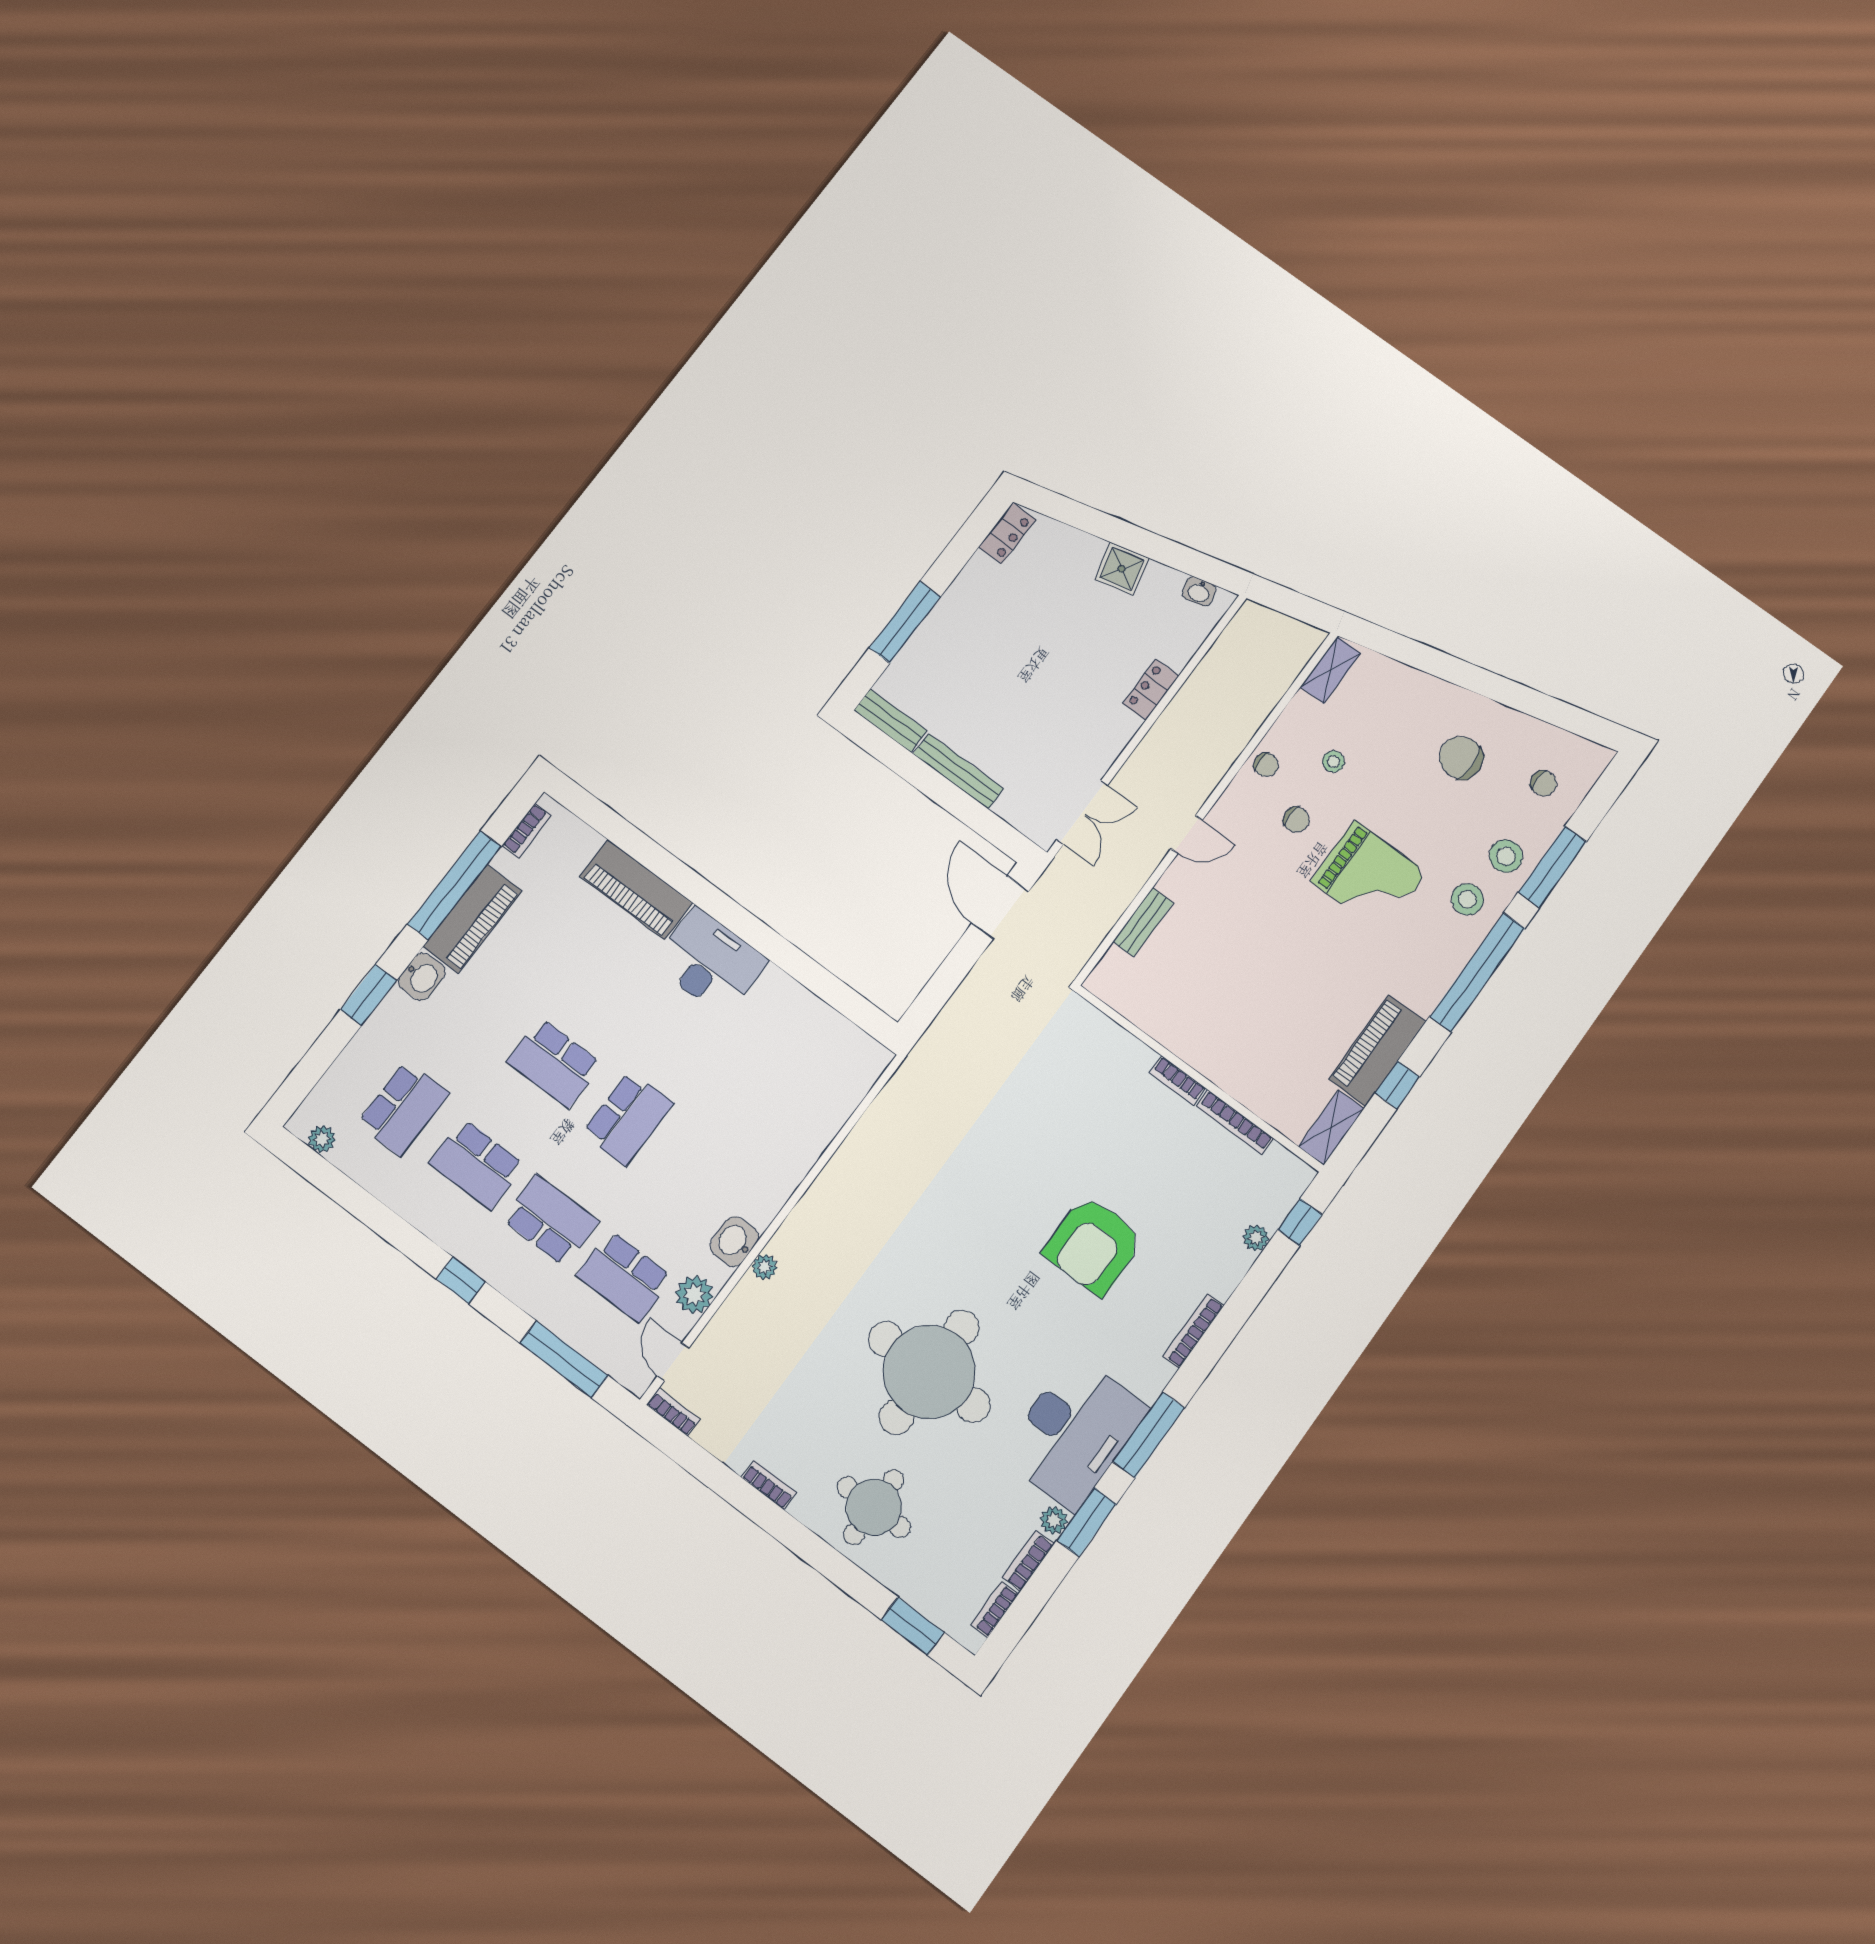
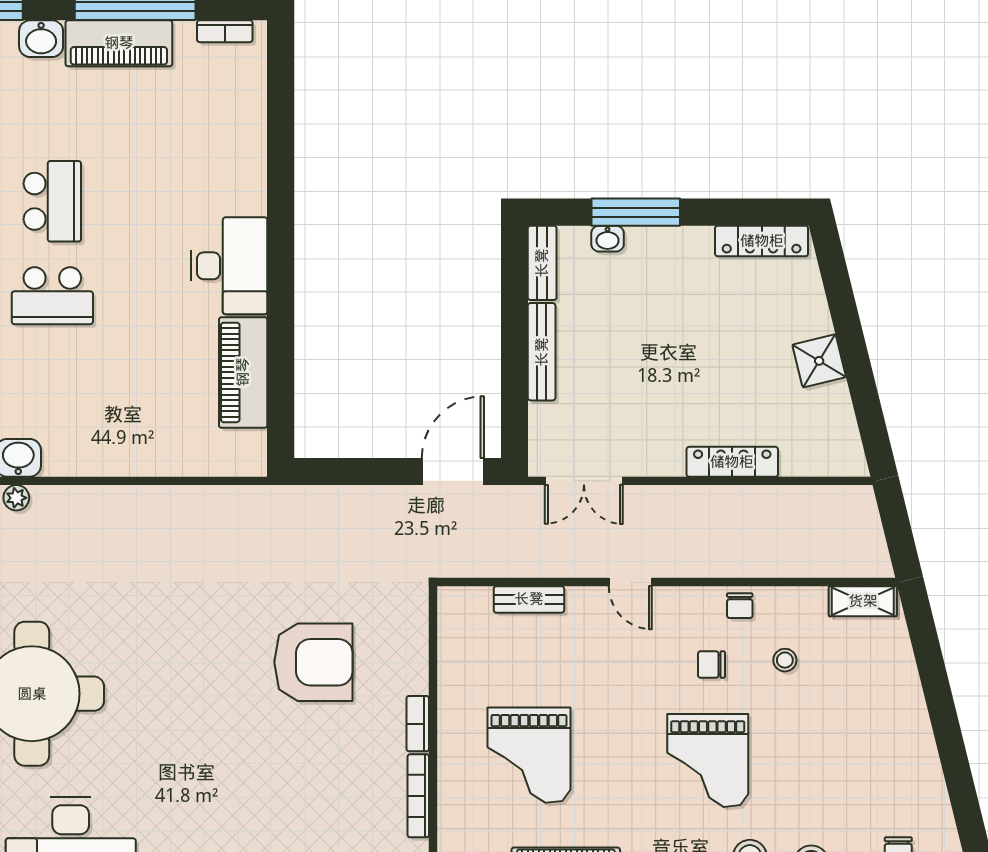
locker: (1007, 533) -> (762, 241), width x1.53
washbasin: (1199, 592) -> (608, 239), moved, turned -76
locker: (1151, 690) -> (732, 462), width x1.53
chair: (1461, 758) -> (869, 765), removed
chair: (1296, 820) -> (711, 664), turned 90
piano: (636, 890) -> (243, 372), moved
grand piano: (1265, 1012) -> (529, 755), added
school desk: (554, 1063) -> (52, 201), turned 180
armchair: (1093, 1245) -> (313, 662), moved, turned 180

